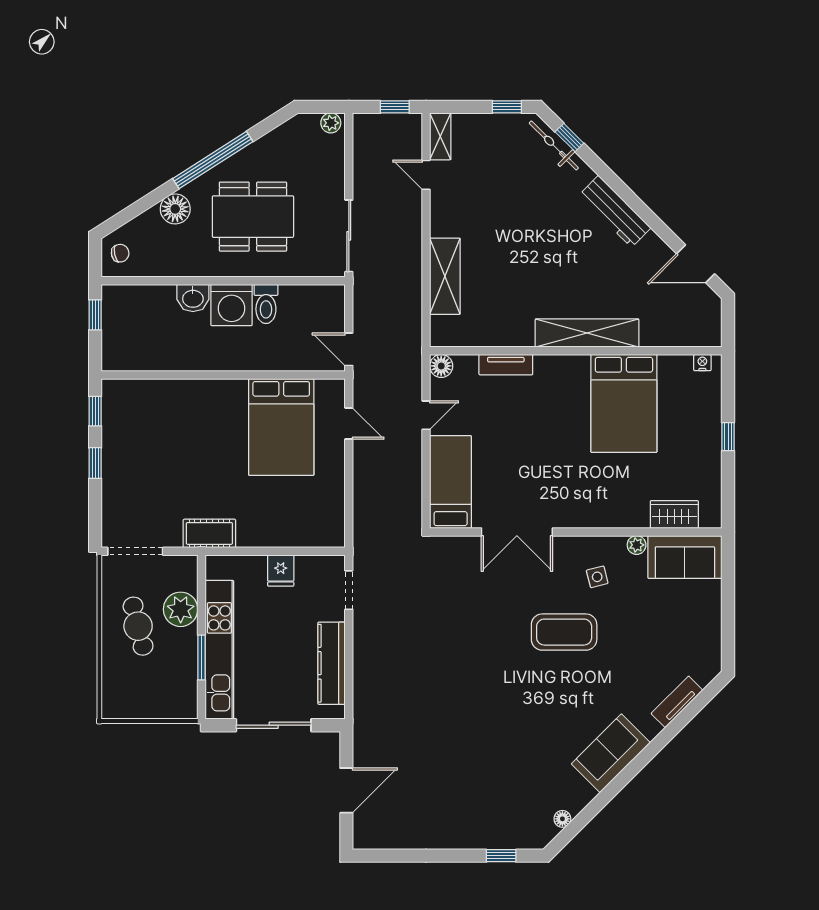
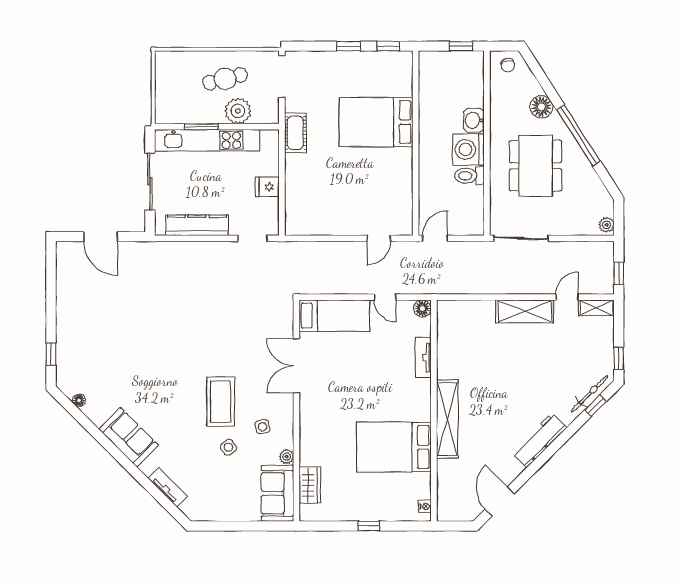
shelving: (445, 276) -> (525, 311), moved
bed: (281, 427) -> (376, 122), moved
side table: (624, 622) -> (228, 447), added

